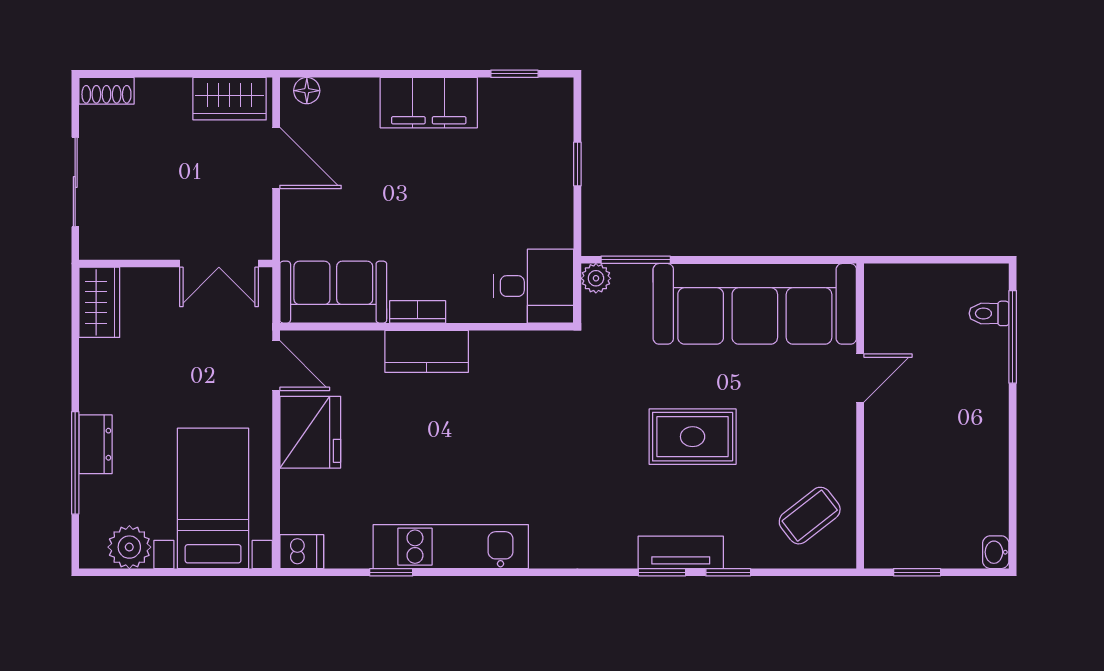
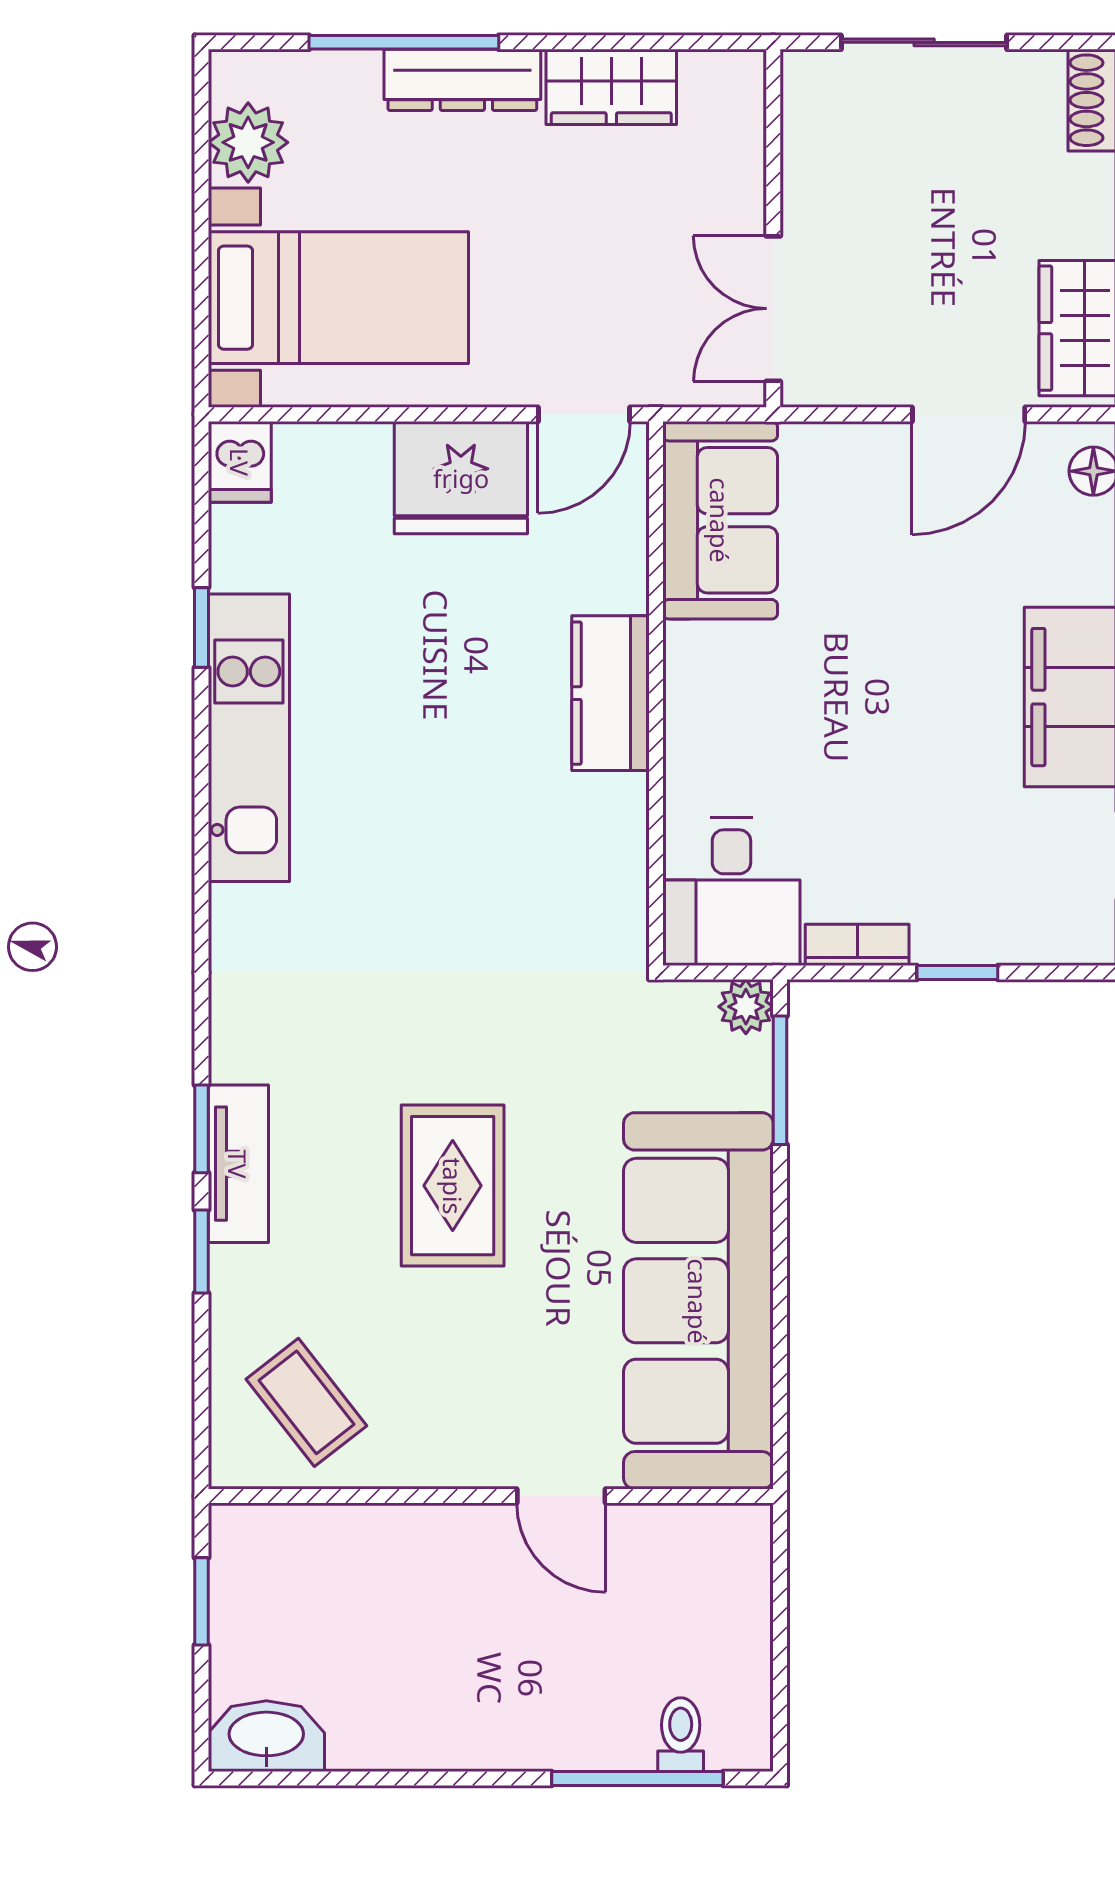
wardrobe: (99, 302) -> (611, 87), moved
bookcase: (418, 312) -> (857, 945), moved, turned -90
dresser: (96, 444) -> (462, 80), width x1.44
washbasin: (996, 552) -> (266, 1736), width x1.91, depth x1.45

